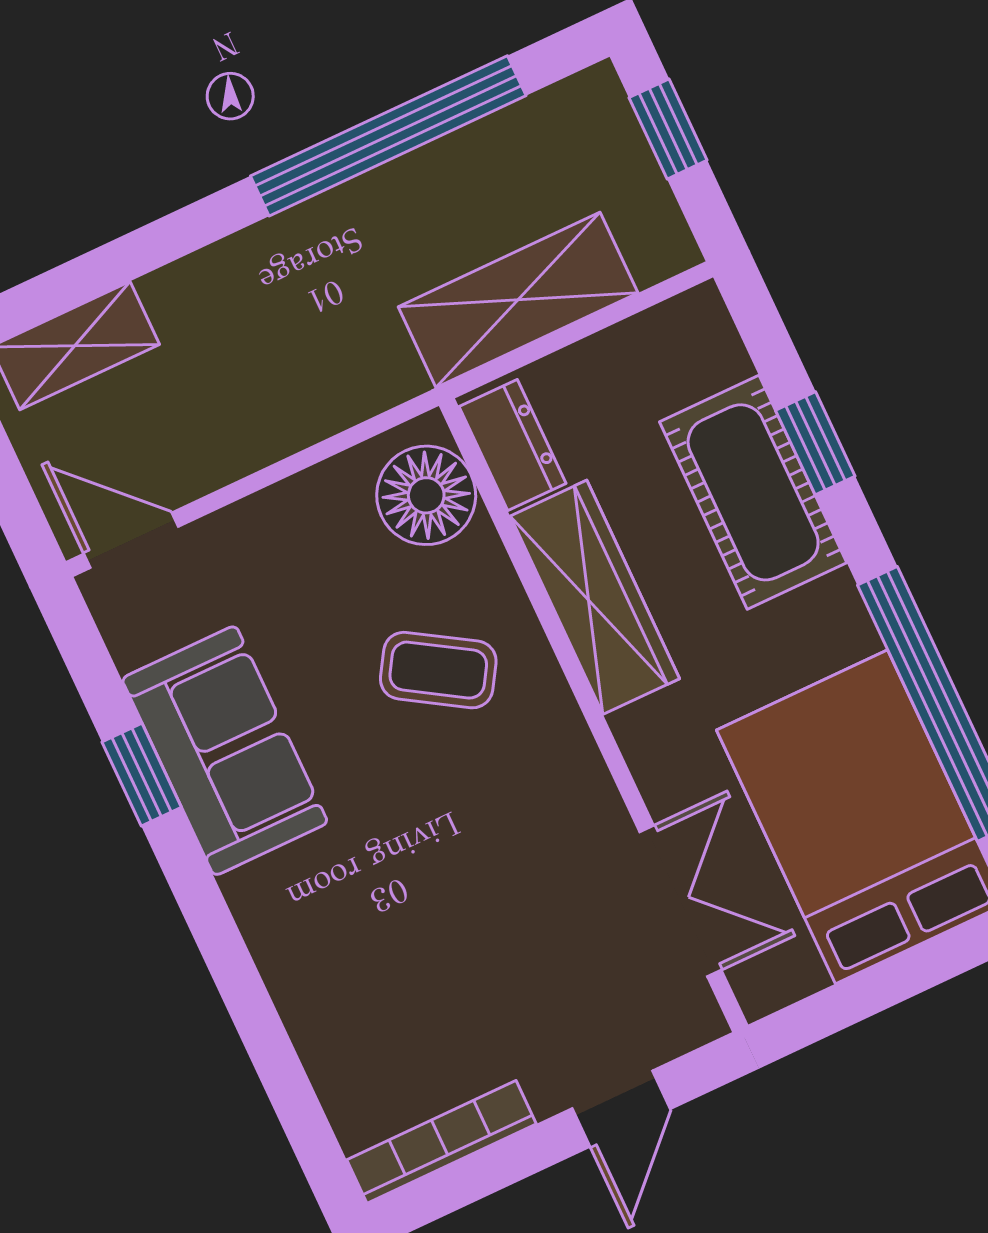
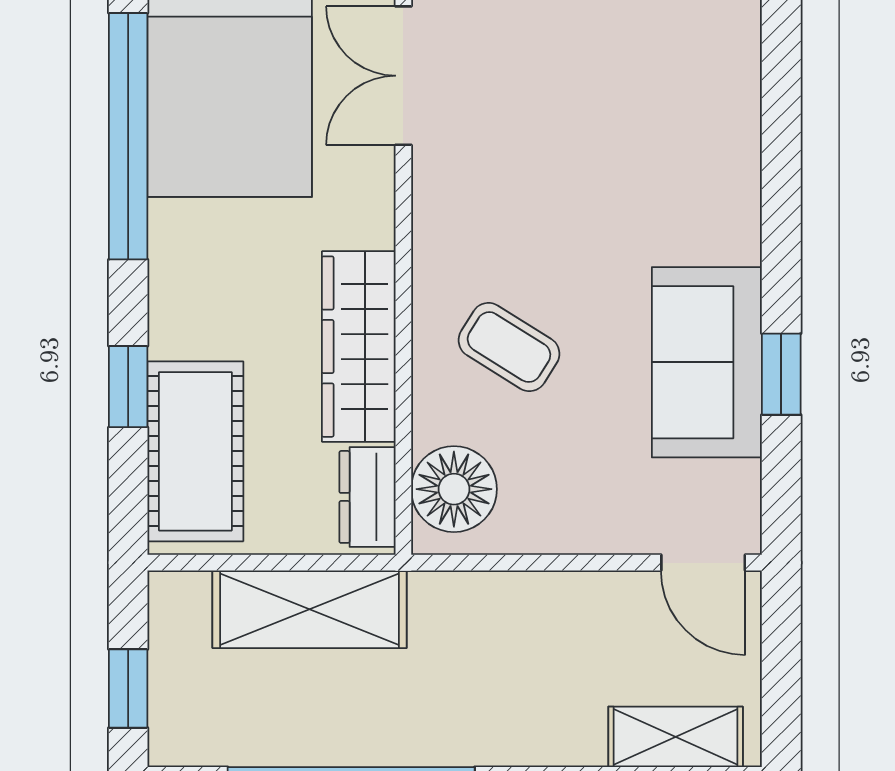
cot: (753, 492) -> (195, 451), moved

